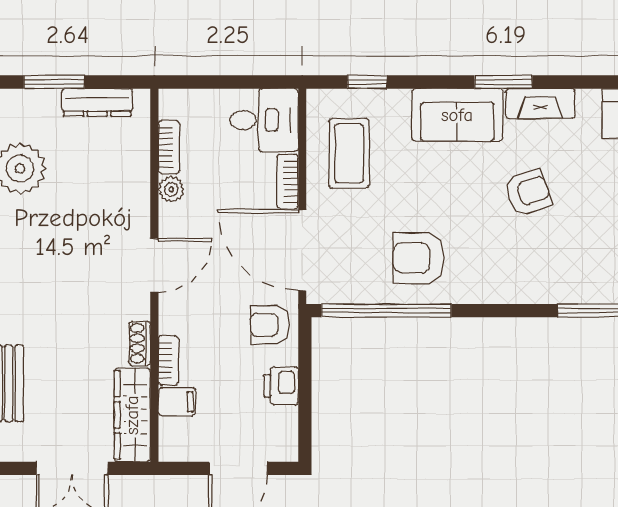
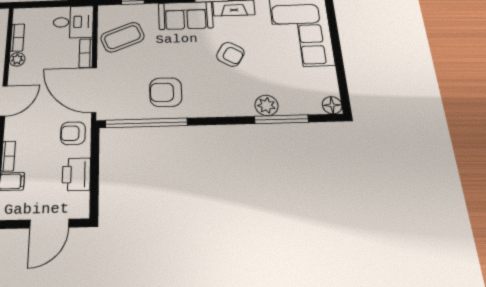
coffee table: (349, 153) -> (122, 37), turned 68
armchair: (528, 193) -> (230, 54), turned 50
plant: (578, 286) -> (266, 105), added
printer: (281, 386) -> (76, 174), width x1.36, depth x1.24

